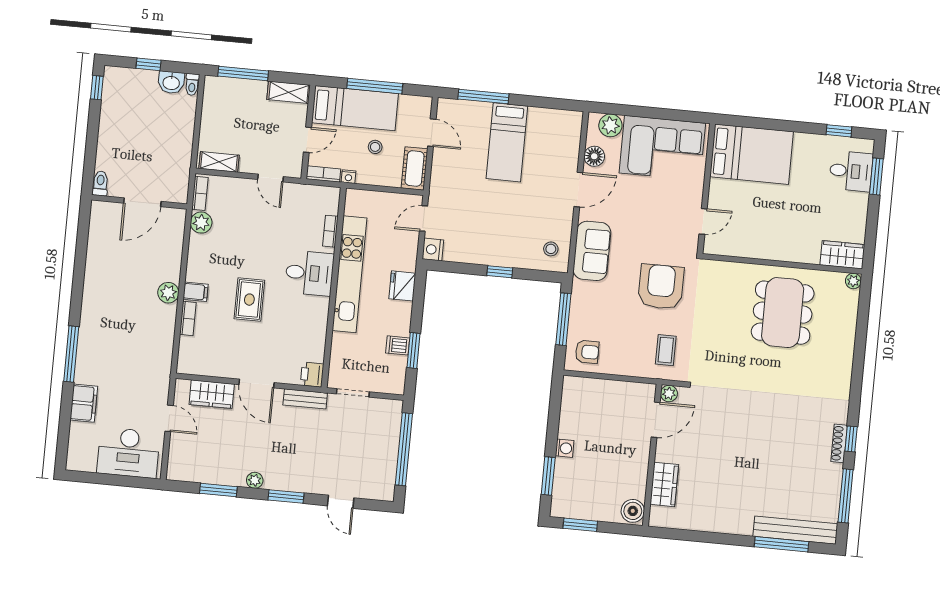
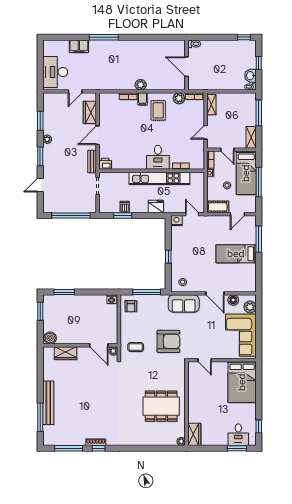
rug: (249, 300) -> (158, 110), moved, turned 90
washing machine: (565, 448) -> (112, 299), moved
bench: (795, 530) -> (48, 403), moved

